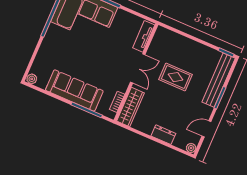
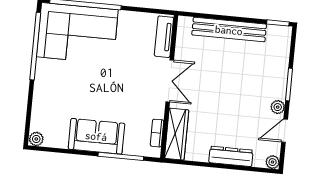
rug: (176, 77) -> (223, 76), removed
bench: (219, 80) -> (229, 30), moved, turned 90
sofa: (74, 90) -> (96, 136), width x0.73
plant: (207, 111) -> (278, 107), added
dresser: (163, 135) -> (231, 156), width x1.44

